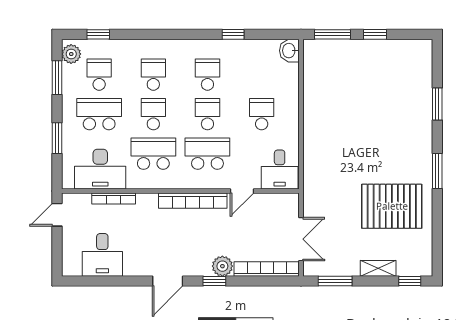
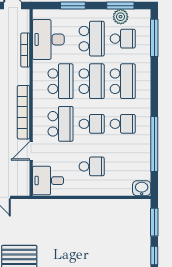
window: (98, 34) -> (154, 38), width x2.17
window: (233, 34) -> (154, 144), width x3.17
plant: (71, 54) -> (121, 17), moved
school desk: (153, 75) -> (123, 81), width x1.85
school desk: (153, 114) -> (92, 81), width x1.85
door: (242, 191) -> (31, 151), hinge flipped

